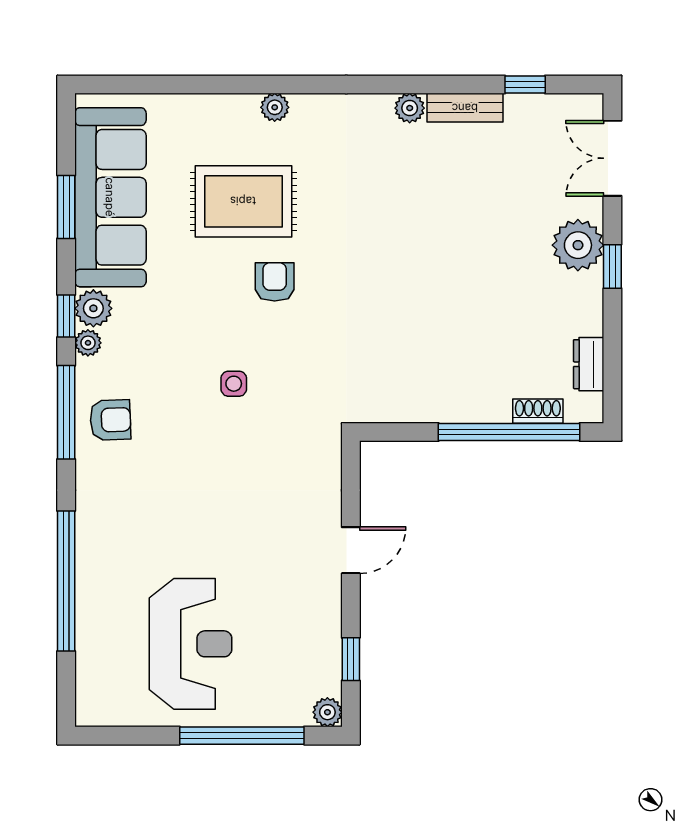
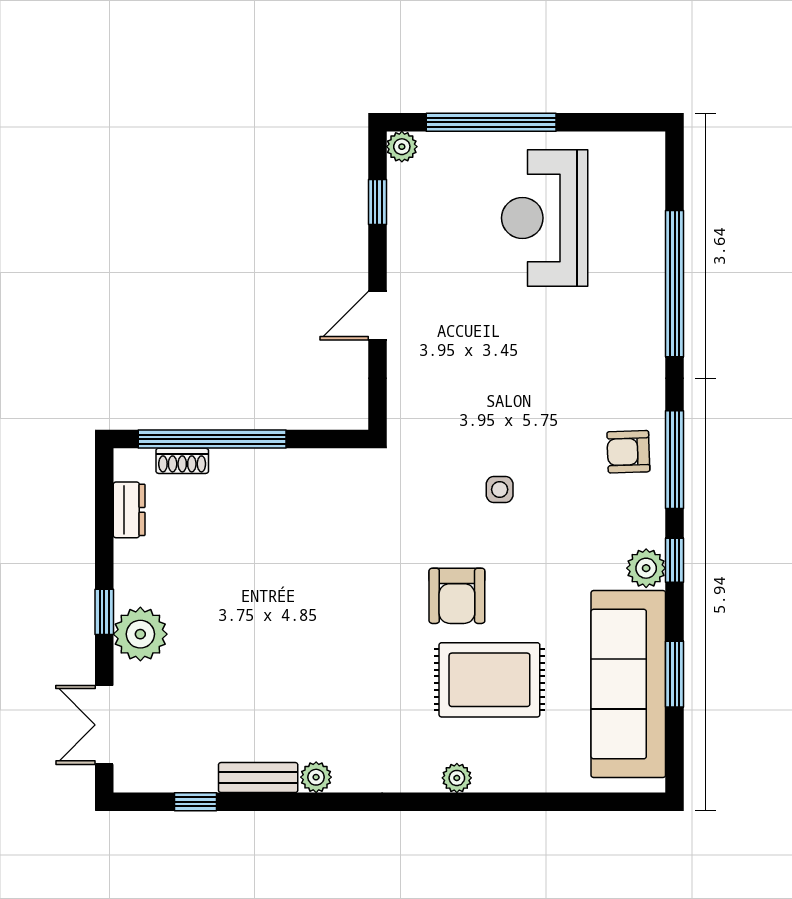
double door: (612, 158) -> (104, 725), swing flipped
armchair: (275, 282) -> (457, 596), width x1.38, depth x1.38
plant: (88, 343) -> (652, 532), removed

